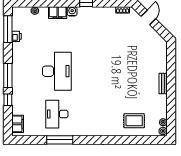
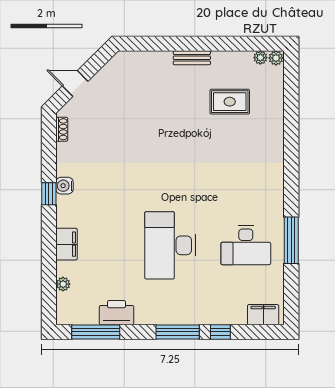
water cooler: (72, 11) -> (64, 186), moved
printer: (16, 36) -> (117, 313), width x1.87, depth x1.48
desk: (57, 71) -> (170, 245), turned -90
rug: (134, 121) -> (230, 102), moved, turned 90

